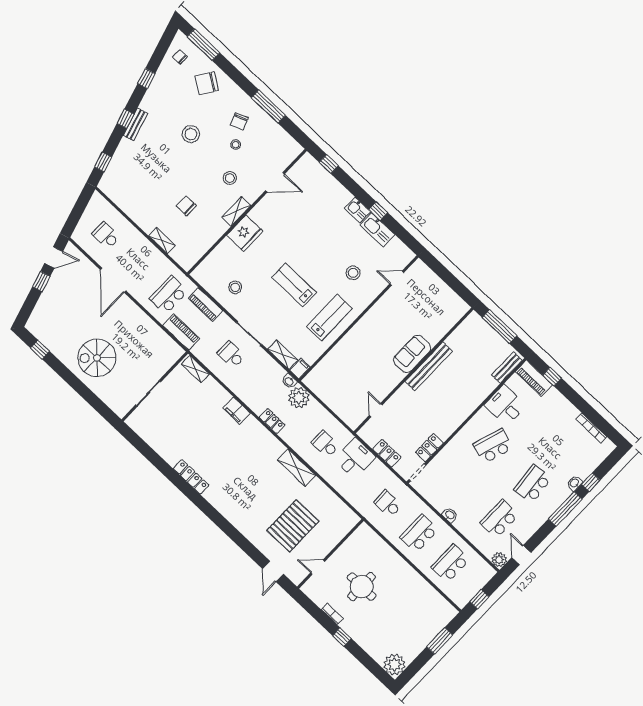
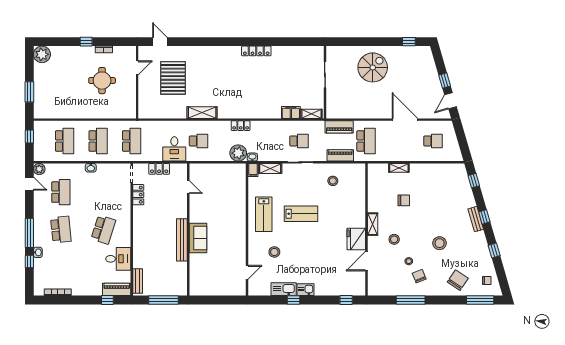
fridge: (245, 233) -> (356, 239), moved
filing cabinet: (237, 411) -> (291, 112), moved
school desk: (388, 504) -> (132, 141), width x1.85

